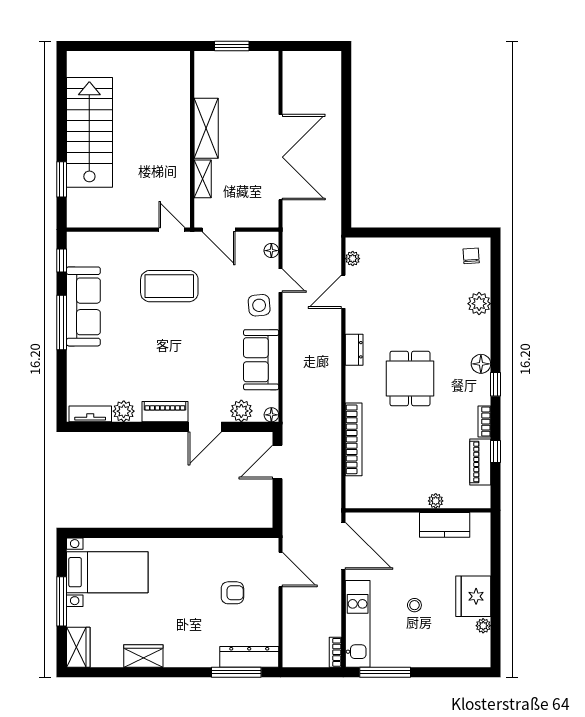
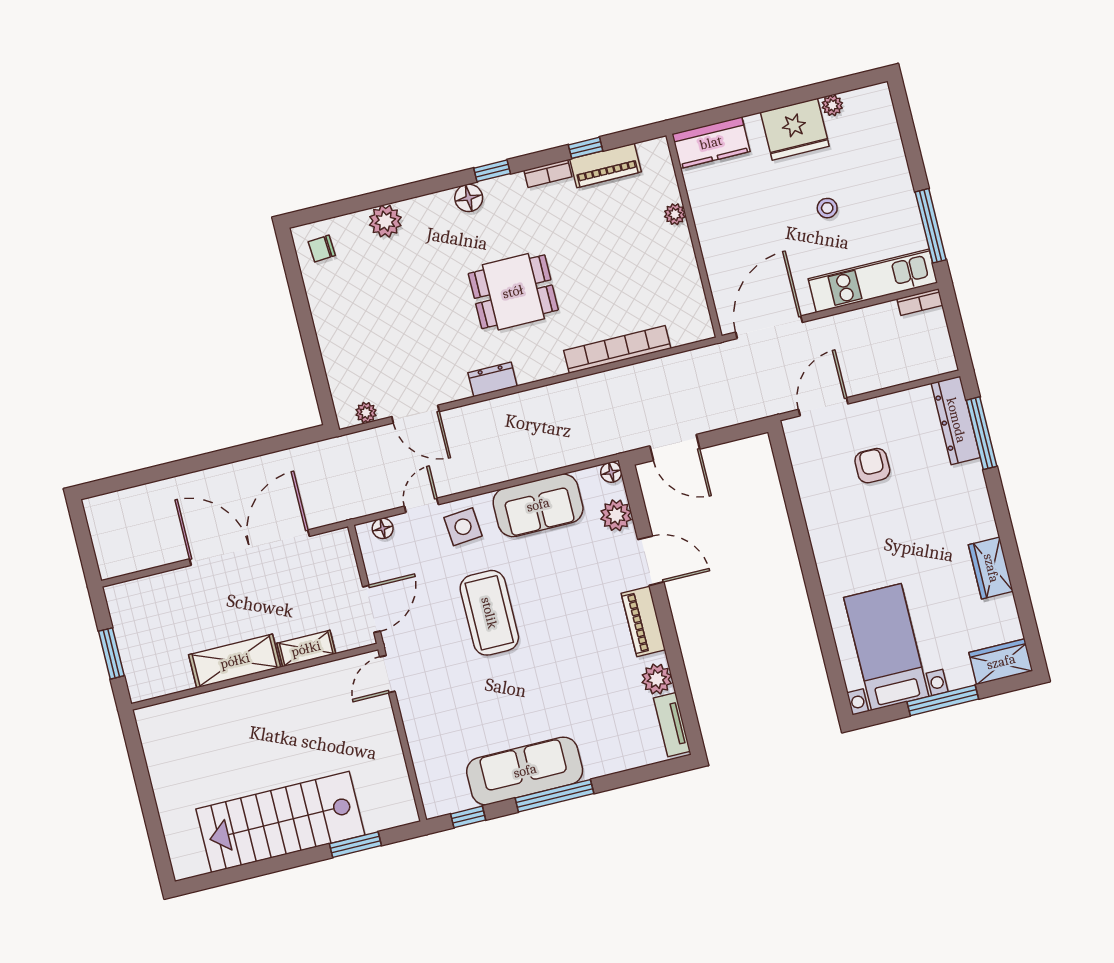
coffee table: (169, 286) -> (489, 613), moved
kitchen counter: (445, 525) -> (711, 143), moved, turned 90

